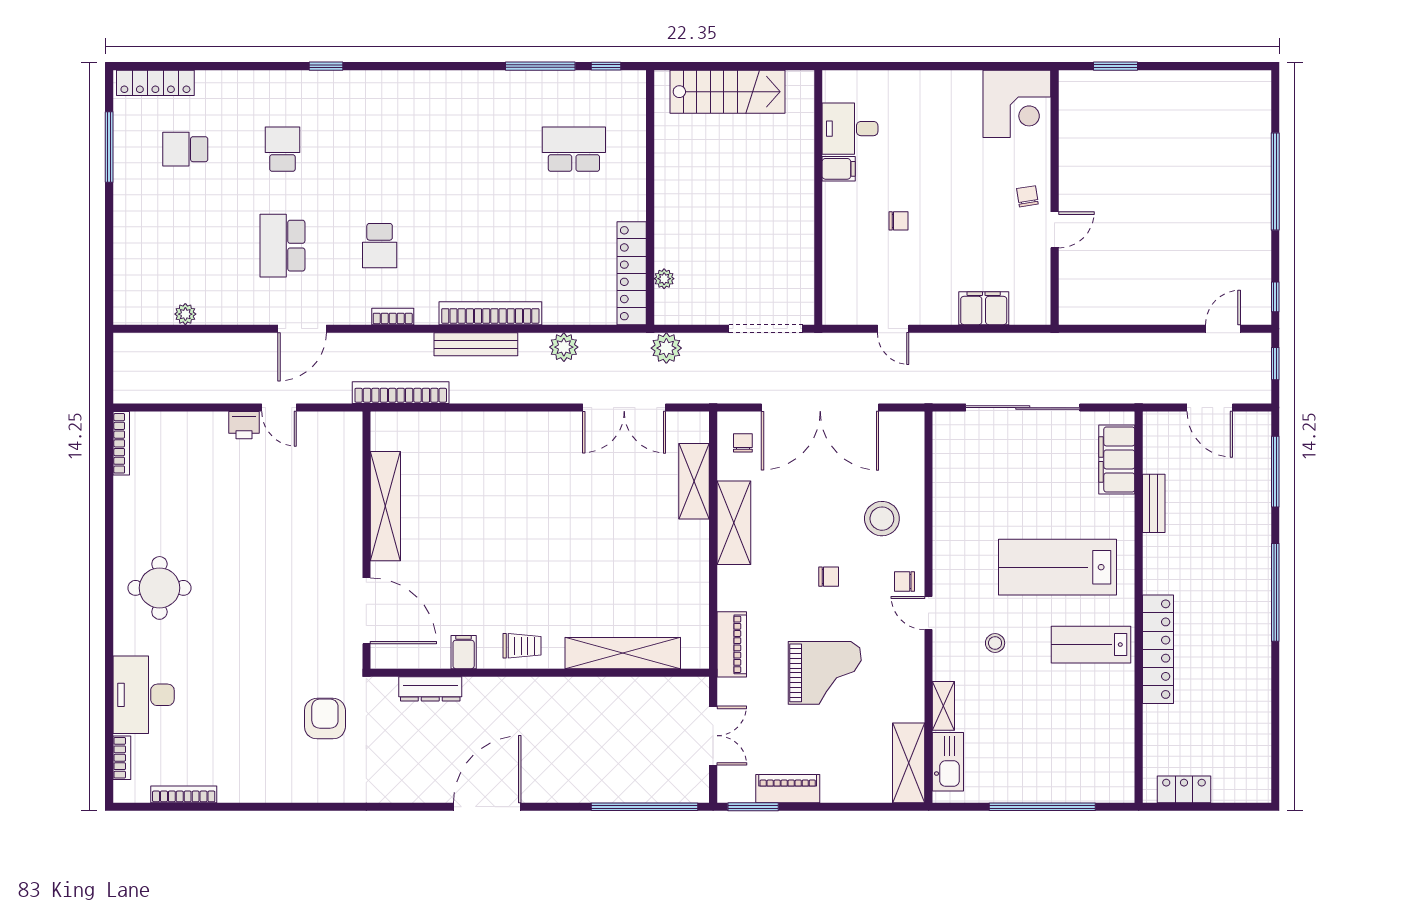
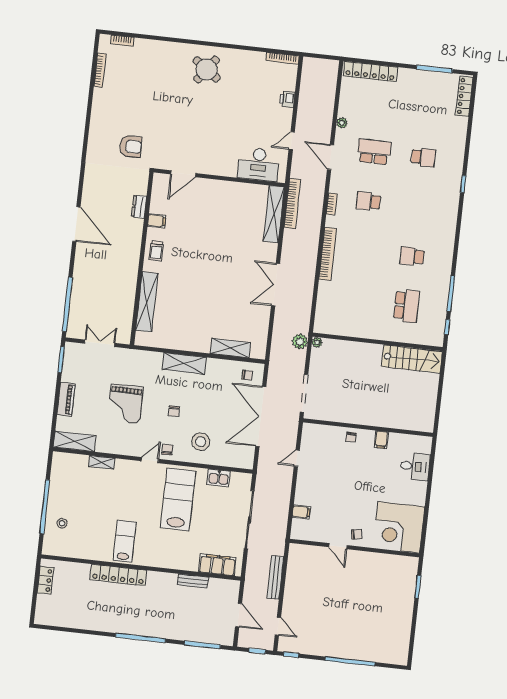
stairs: (727, 92) -> (412, 359), moved, turned -90
corner desk: (1017, 104) -> (399, 527), width x1.36, depth x1.36
desk: (850, 129) -> (415, 466), moved, turned 90
school desk: (185, 149) -> (412, 256), moved, turned -90
chair: (899, 221) -> (351, 437), moved
locker: (632, 273) -> (370, 71), moved, turned 180
plant: (664, 279) -> (317, 342), moved
filing cabinet: (984, 308) -> (301, 512), width x0.50
plant: (185, 314) -> (342, 123), moved
bench: (476, 344) -> (275, 577), moved
plant: (564, 347) -> (306, 289), removed
double door: (624, 408) -> (276, 285), moved
door: (1210, 408) -> (239, 615), swing flipped
printer: (244, 425) -> (287, 99), moved
shelving: (385, 506) -> (274, 214), moved, turned 90
shelving: (734, 523) -> (184, 363), moved
lab bench: (1058, 567) -> (178, 499), moved
round table: (159, 588) -> (207, 70), turned 36
door: (366, 611) -> (183, 174), width x0.73
stool: (995, 643) -> (62, 523), moved
piano: (732, 644) -> (145, 358), removed
dresser: (430, 689) -> (139, 207), width x0.70
desk: (144, 695) -> (259, 164), moved, turned 180
double door: (713, 736) -> (100, 343), swing flipped
kitchen sink: (948, 762) -> (219, 478), moved, width x0.73
piano: (788, 789) -> (66, 399), moved

